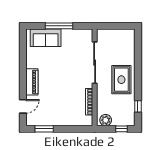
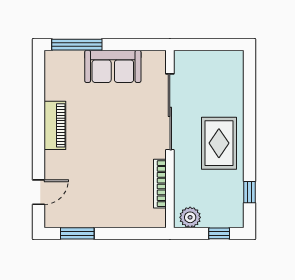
window: (59, 26) -> (77, 45), moved
sofa: (46, 38) -> (113, 66), moved
piano: (32, 82) -> (55, 125), moved

